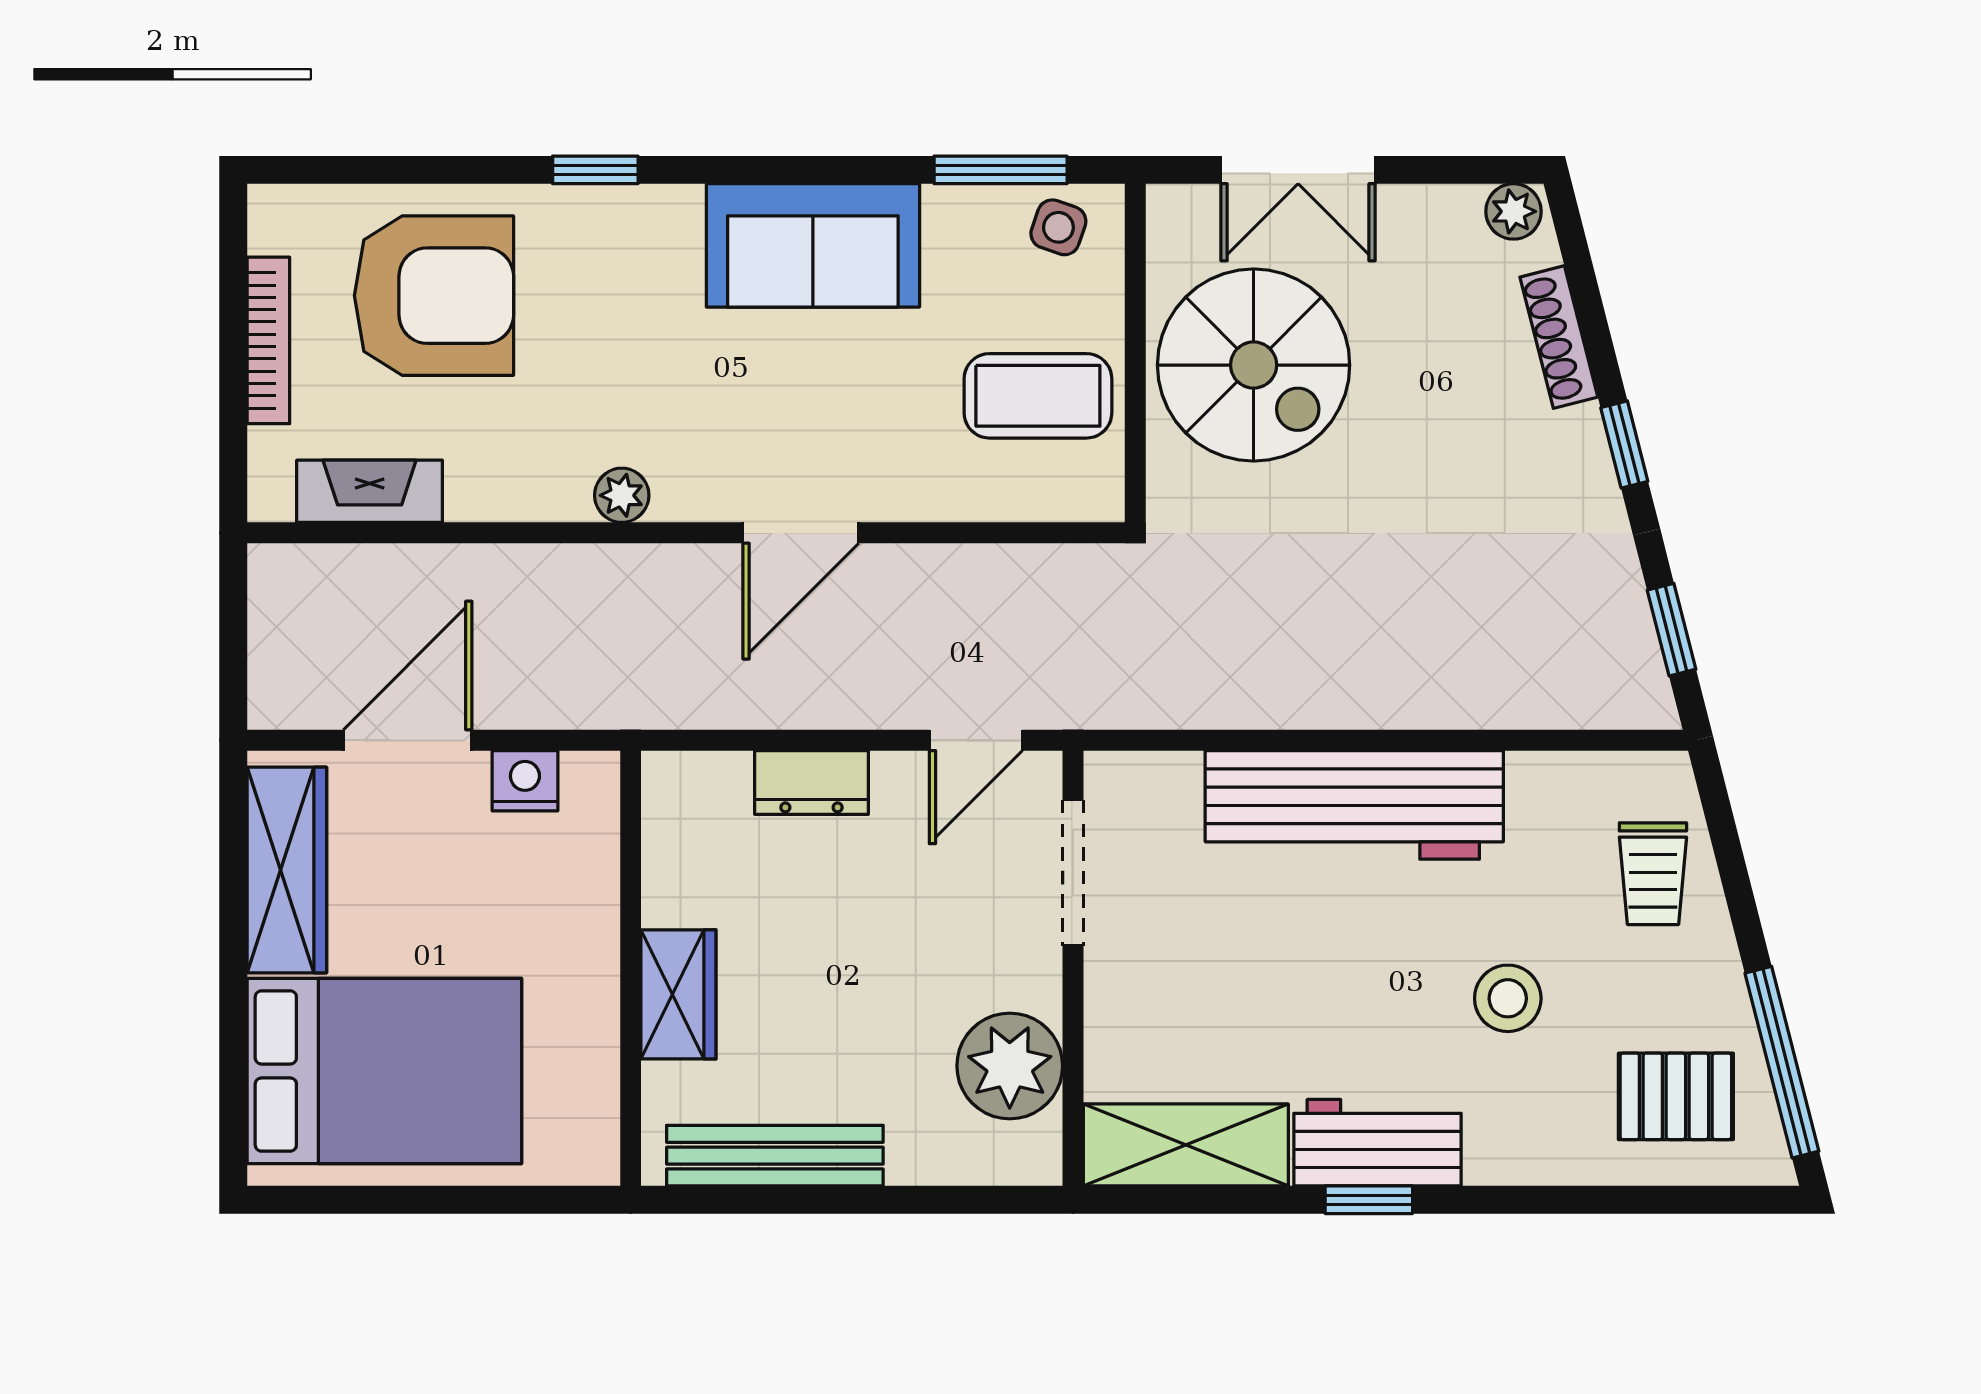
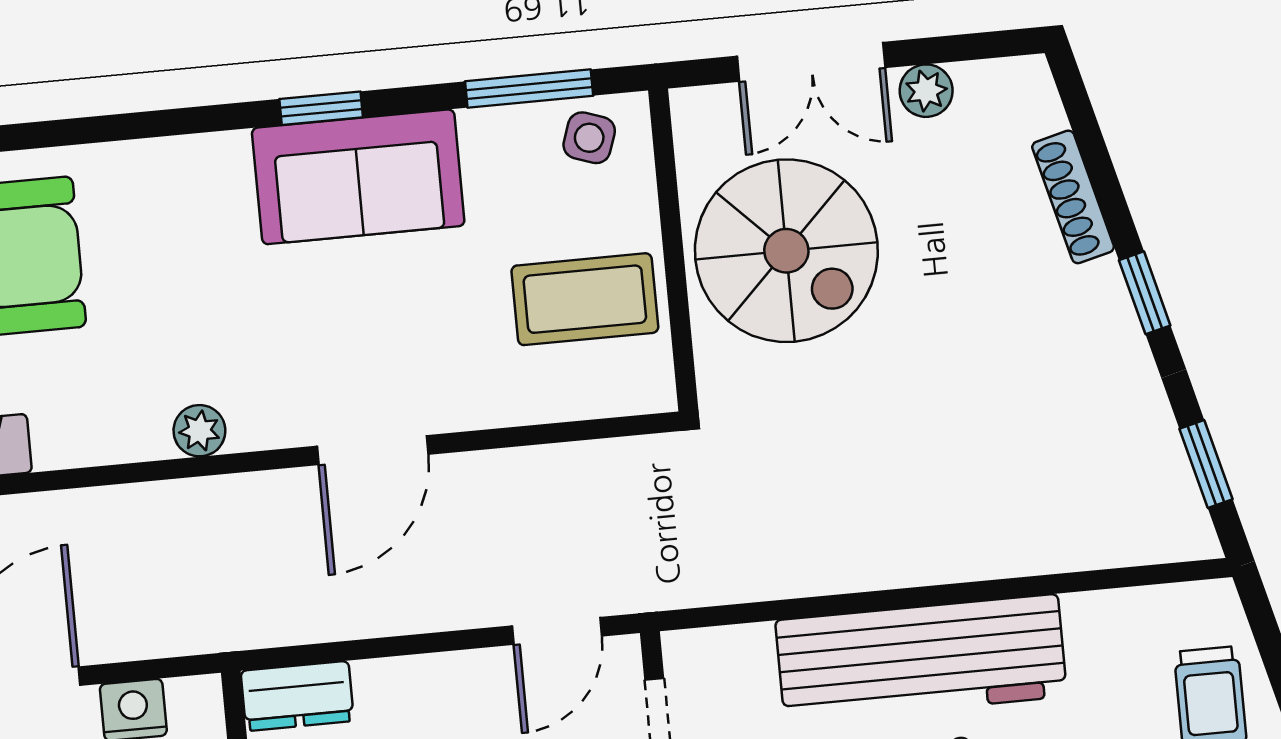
window: (595, 170) -> (321, 108), moved
plant: (1513, 211) -> (926, 91), moved
dresser: (811, 782) -> (297, 696), moved

